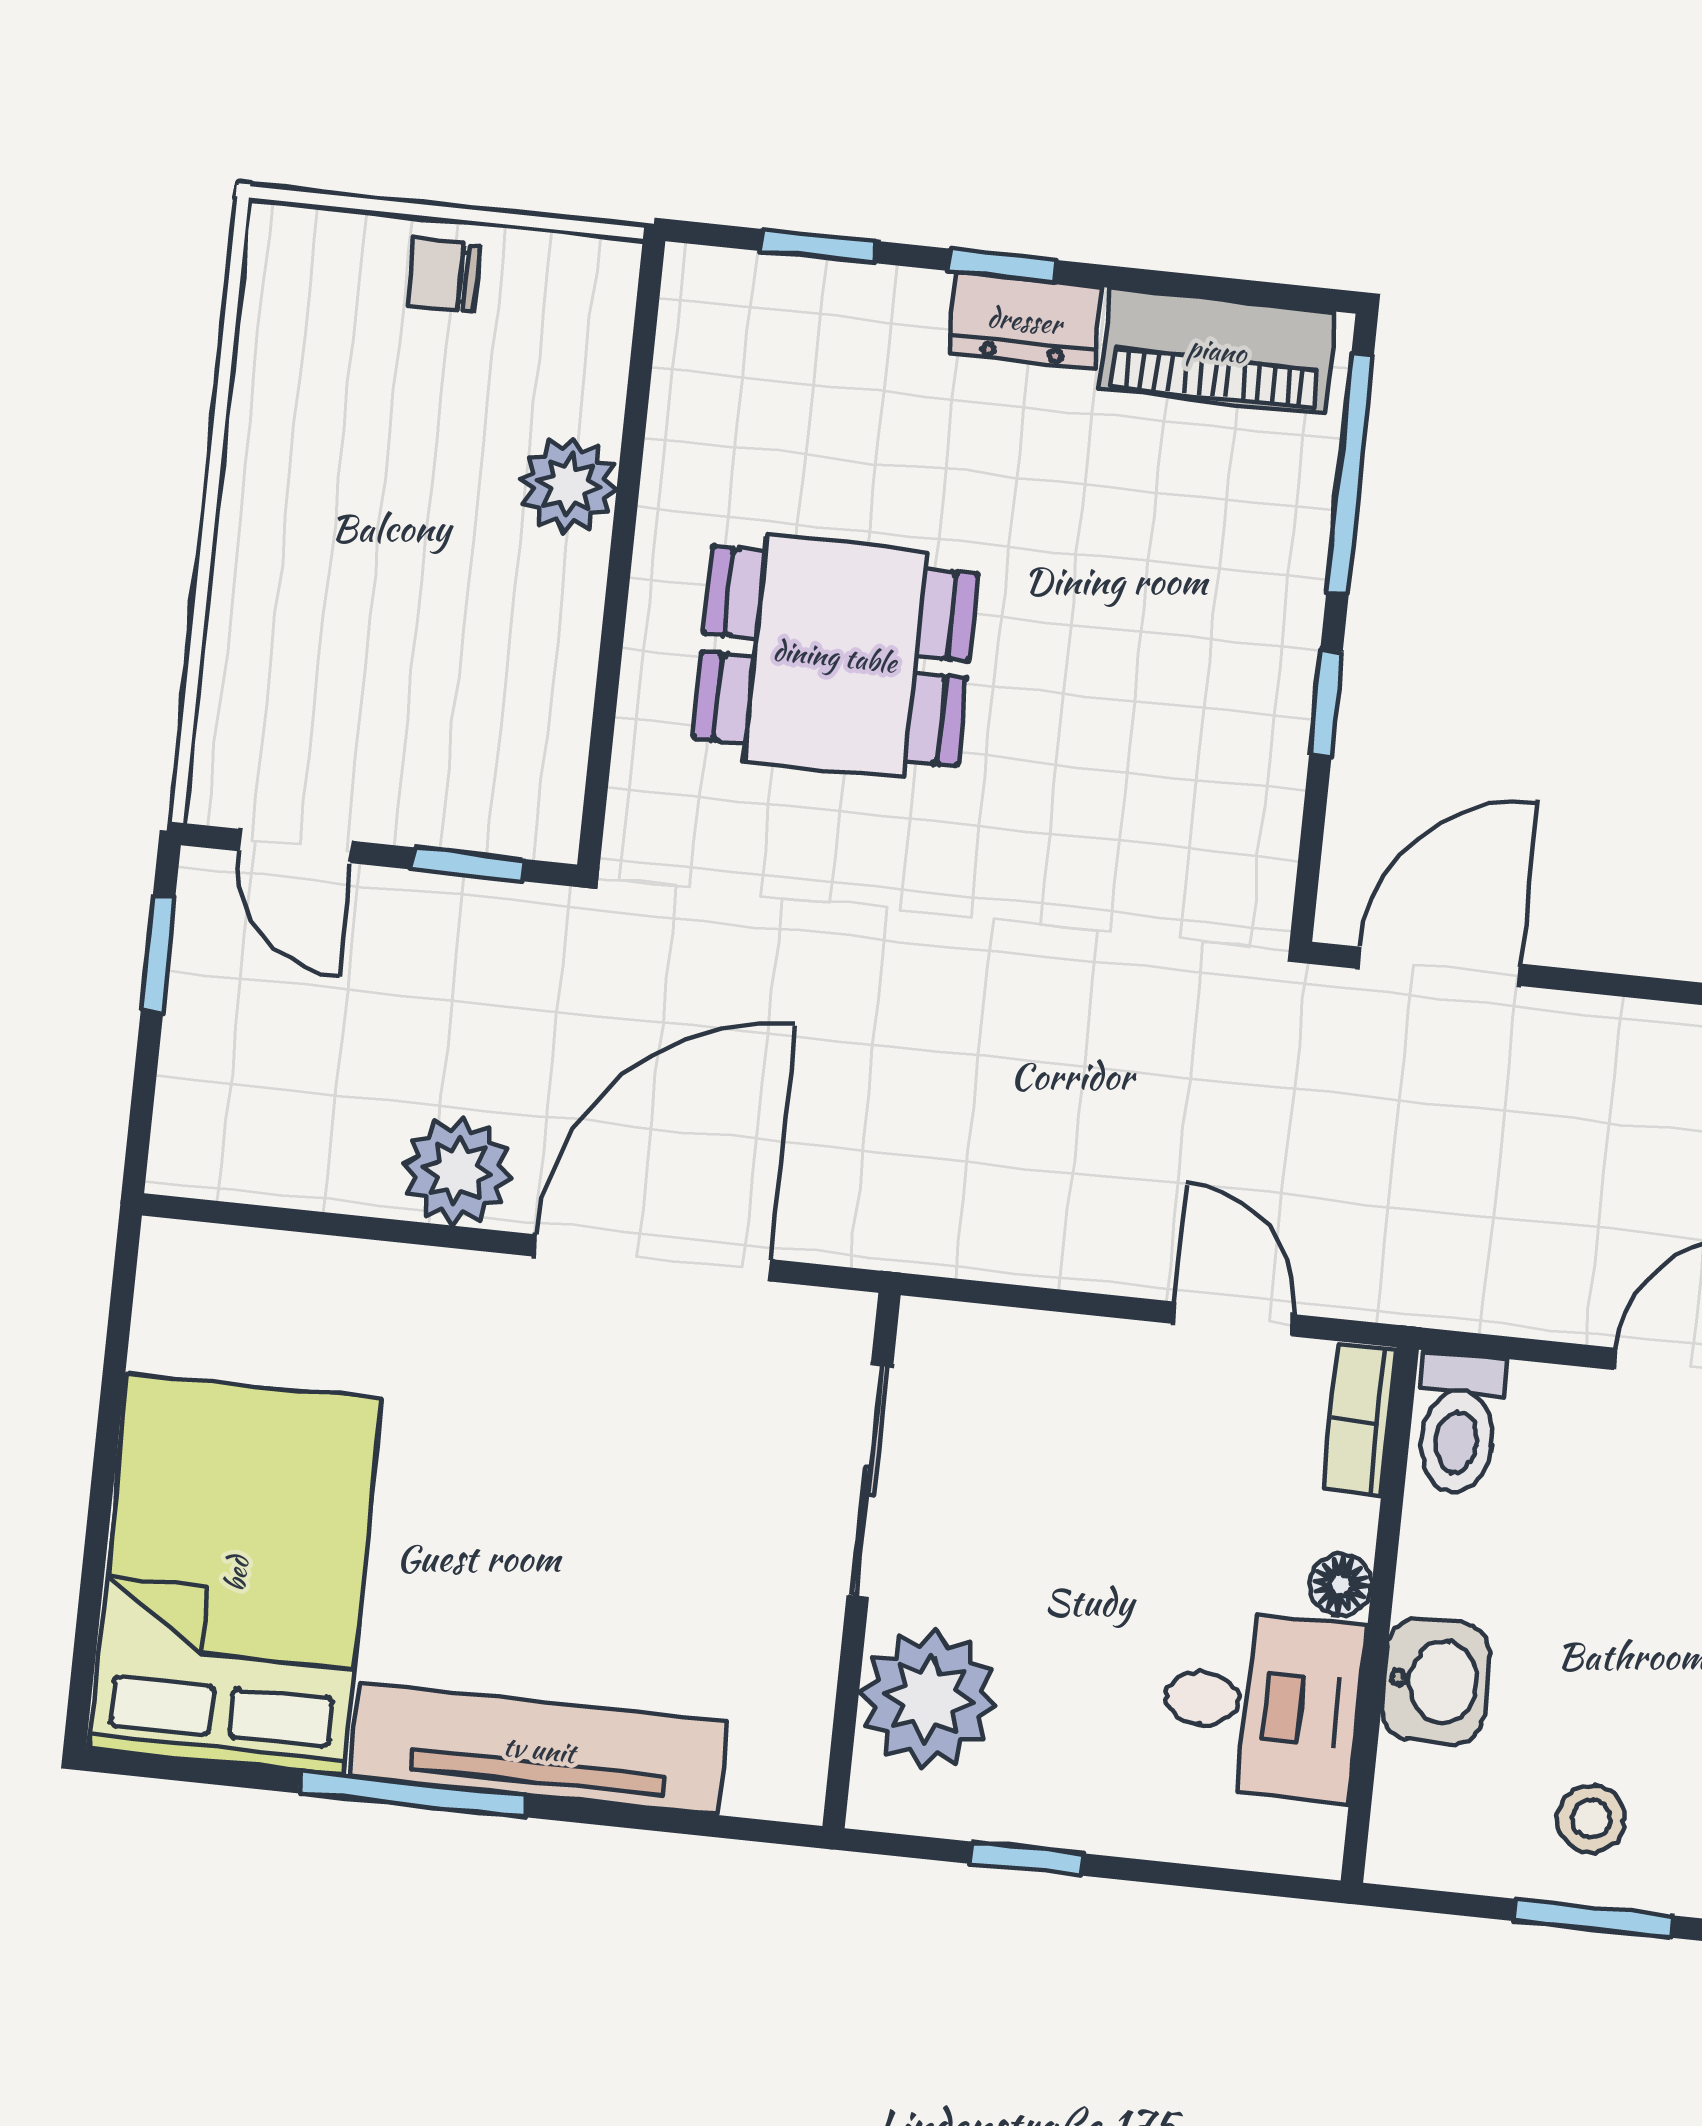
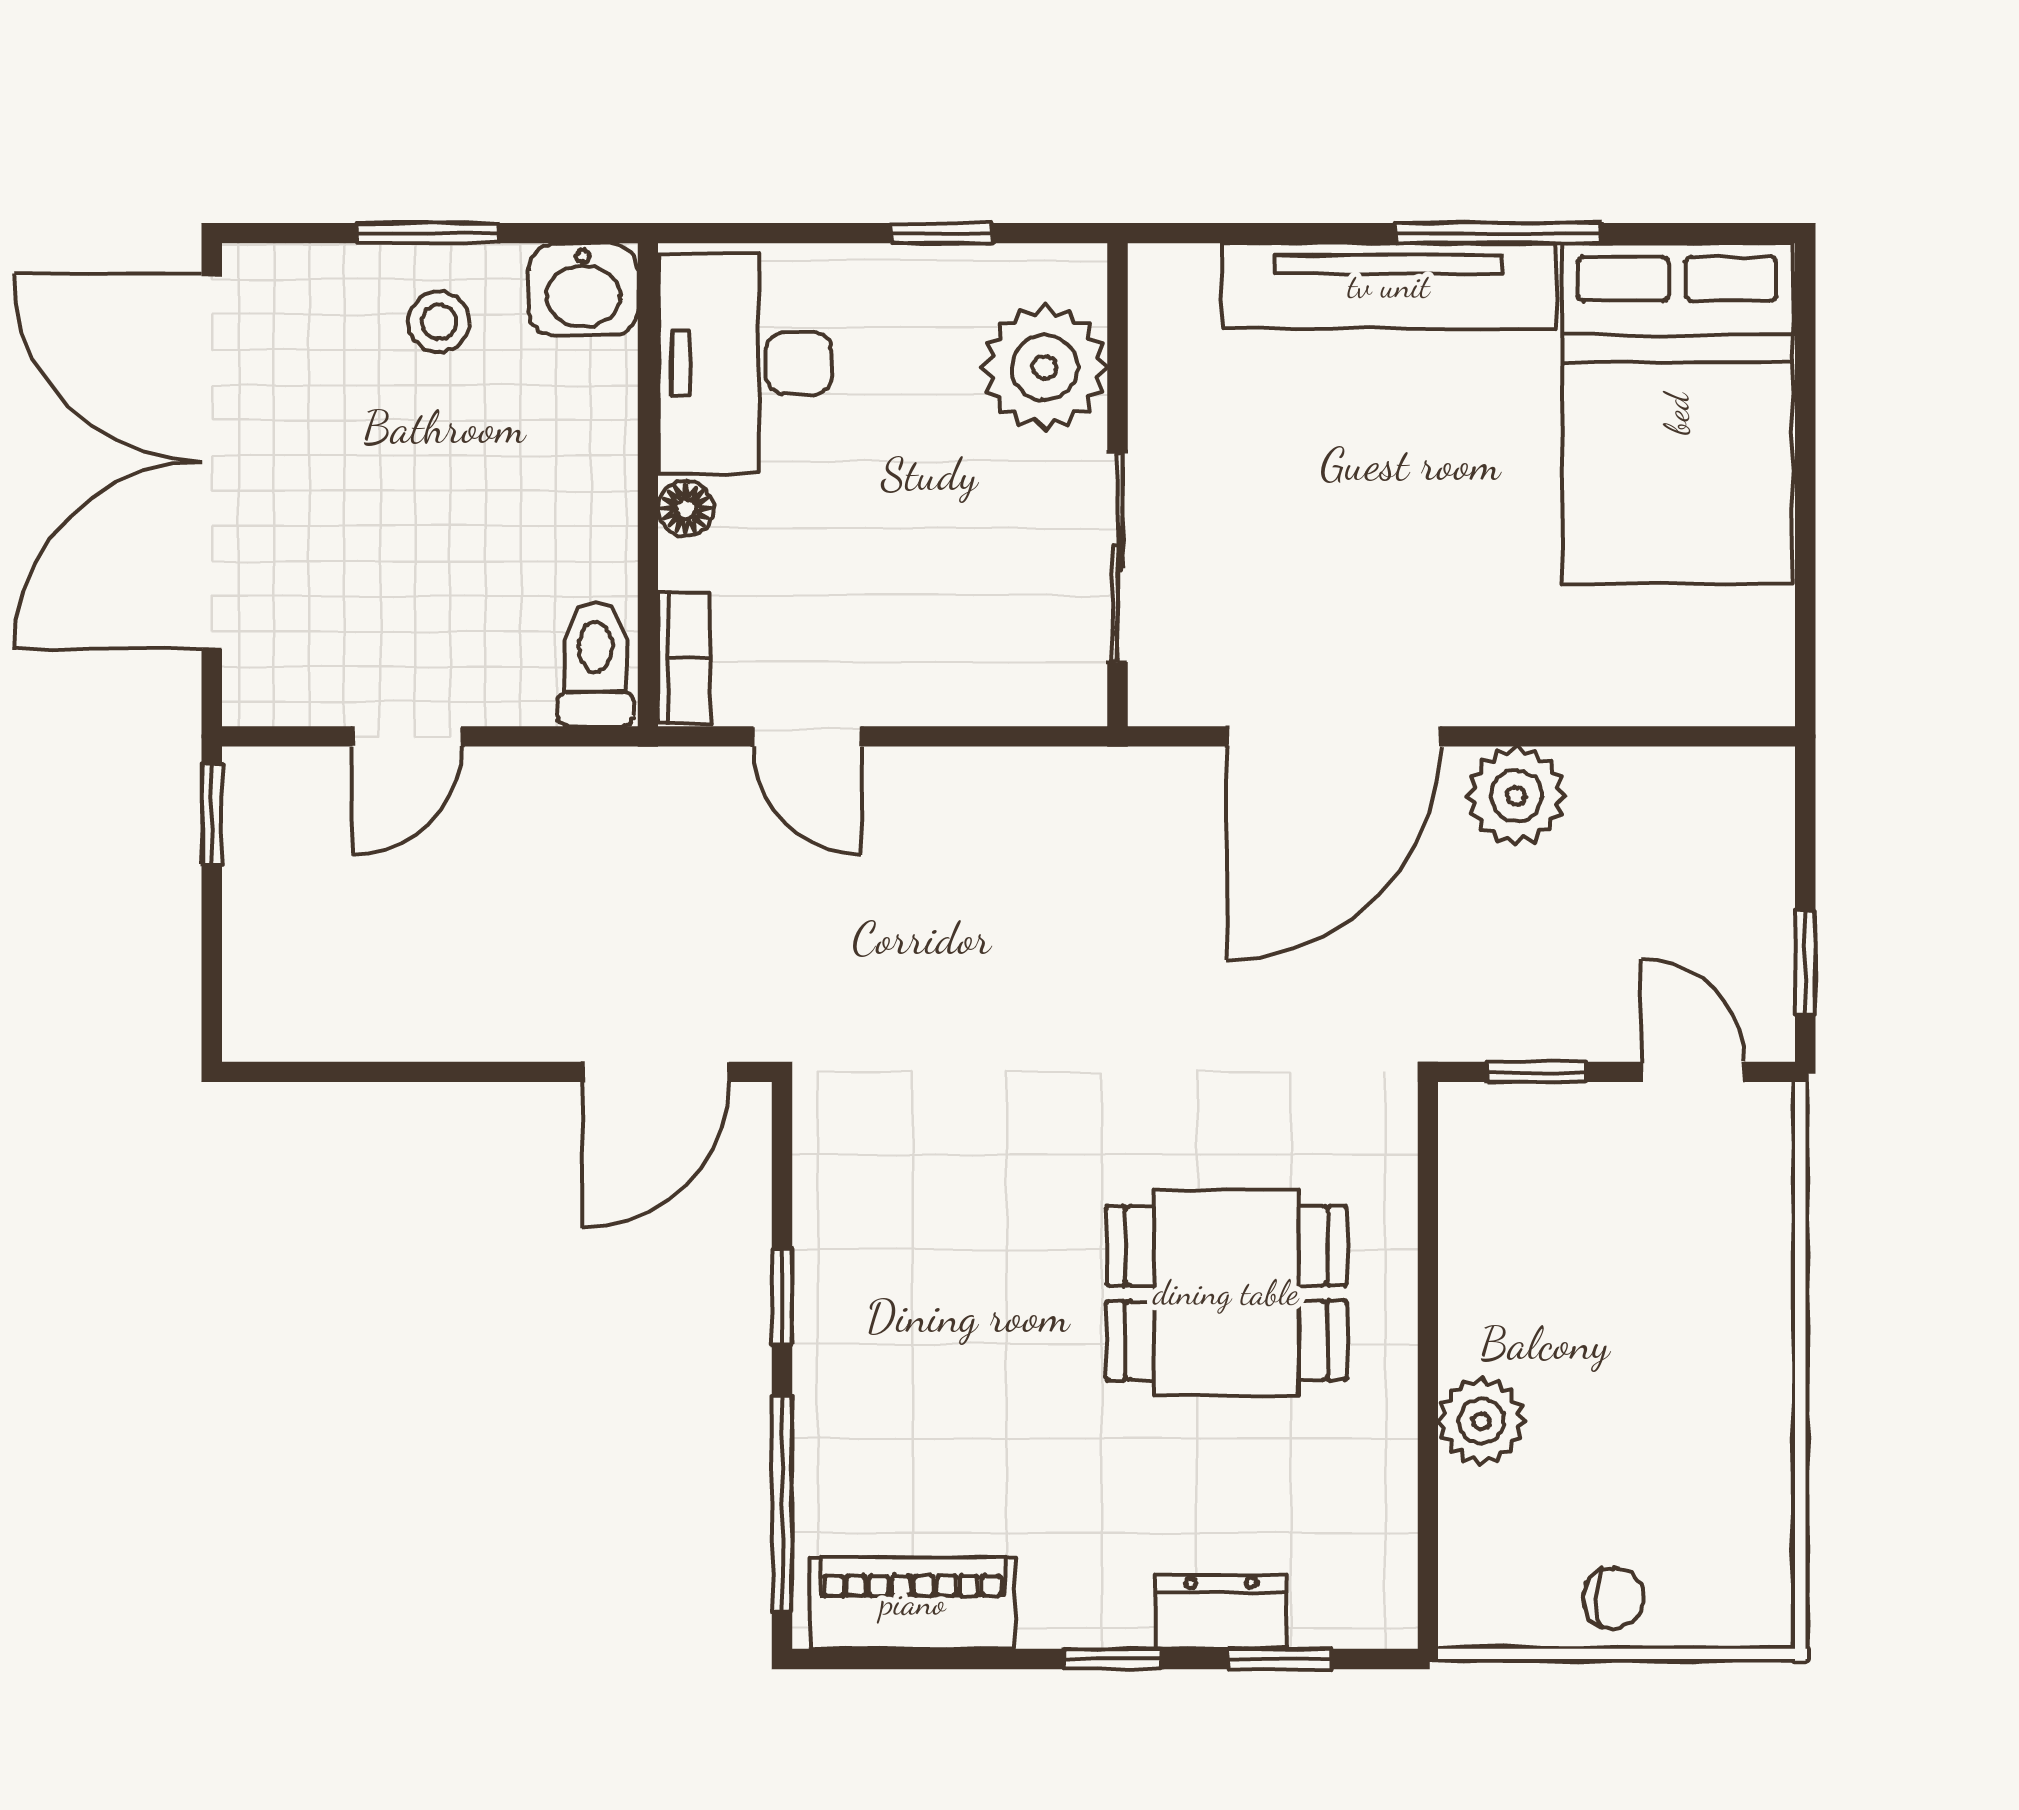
dresser: (1025, 320) -> (1221, 1612), moved
washbasin: (1436, 1681) -> (583, 290), moved, turned -90
desk: (1262, 1705) -> (745, 363), width x1.37

